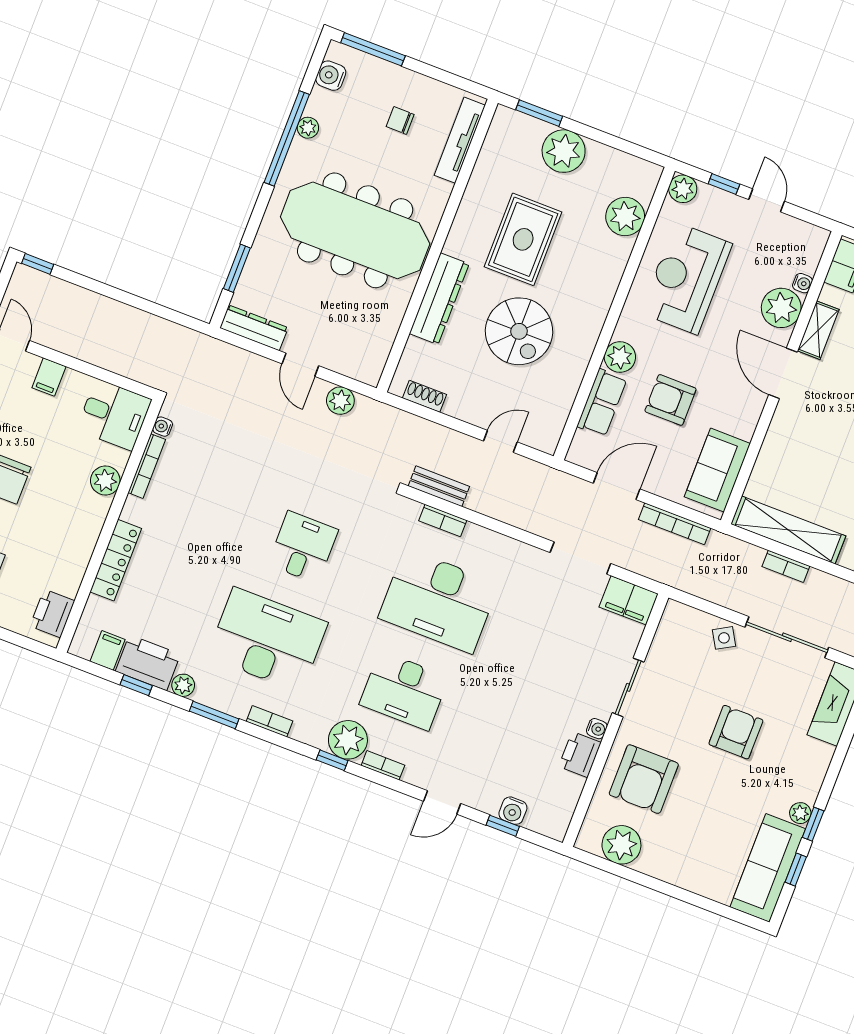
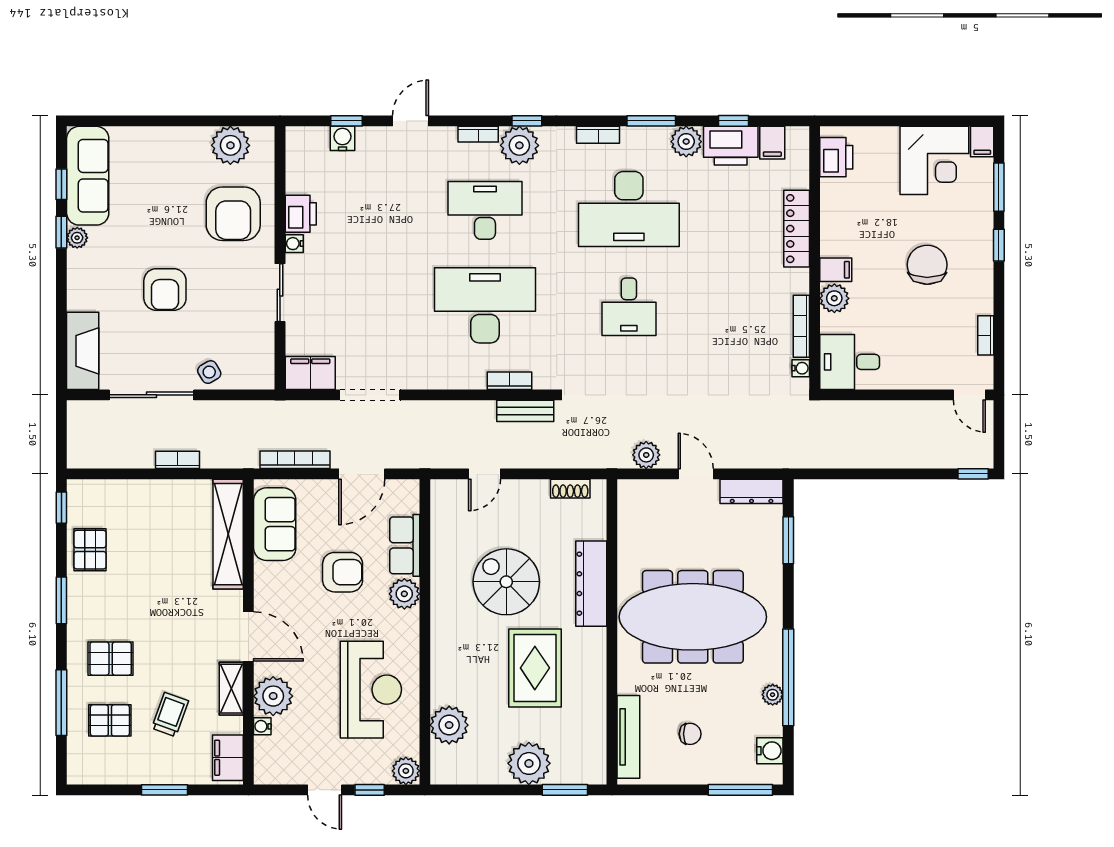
filing cabinet: (49, 377) -> (836, 270), moved, turned 90
shelving: (788, 530) -> (228, 534), moved, turned 90
plant: (183, 685) -> (686, 142), width x1.38, depth x1.38
armchair: (644, 779) -> (233, 214), turned 180

